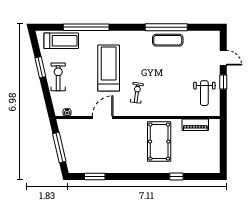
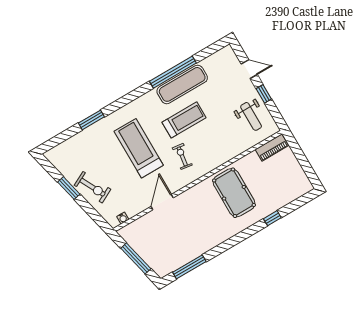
window: (86, 27) -> (91, 120), width x0.47
exercise mat: (168, 40) -> (182, 84), width x1.36, depth x1.45
treadmill: (61, 41) -> (184, 120), moved
exercise bike: (58, 77) -> (93, 187), turned 153
piano: (195, 125) -> (272, 148), moved
window: (95, 177) -> (189, 267), width x1.44

